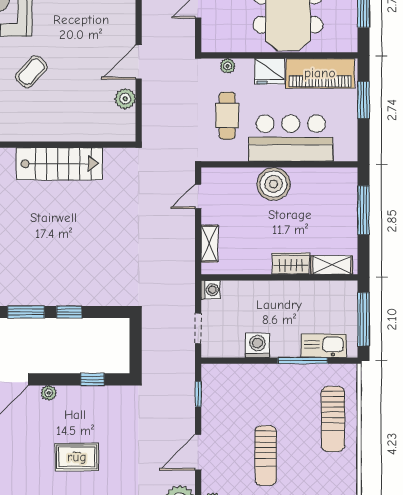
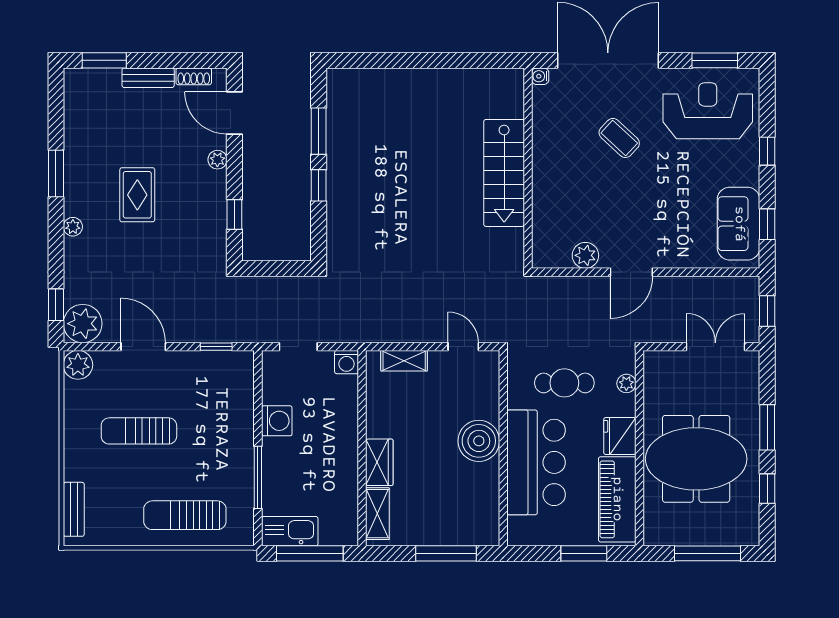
door: (139, 62) -> (631, 272), swing flipped
kitchen sink: (324, 346) -> (290, 531), moved, turned -90

